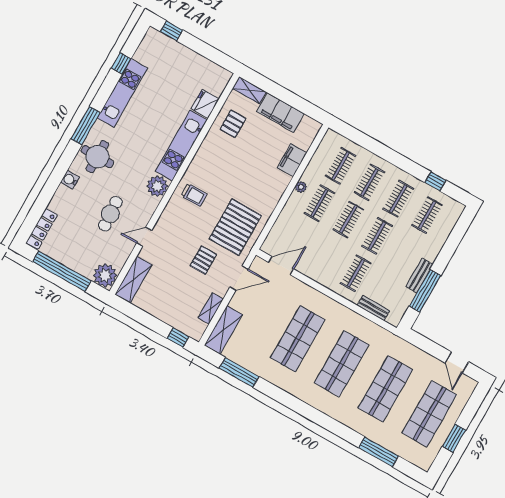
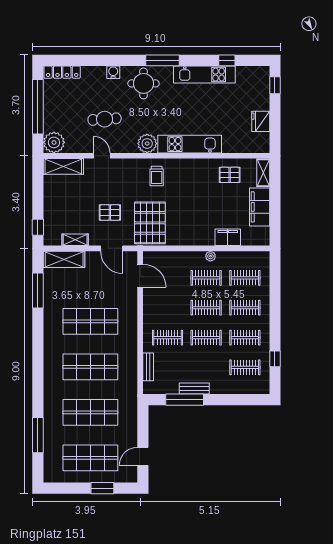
fridge: (205, 104) -> (261, 121), moved, turned -90
pallet: (235, 227) -> (150, 223), turned 90
window: (454, 438) -> (102, 488), moved

